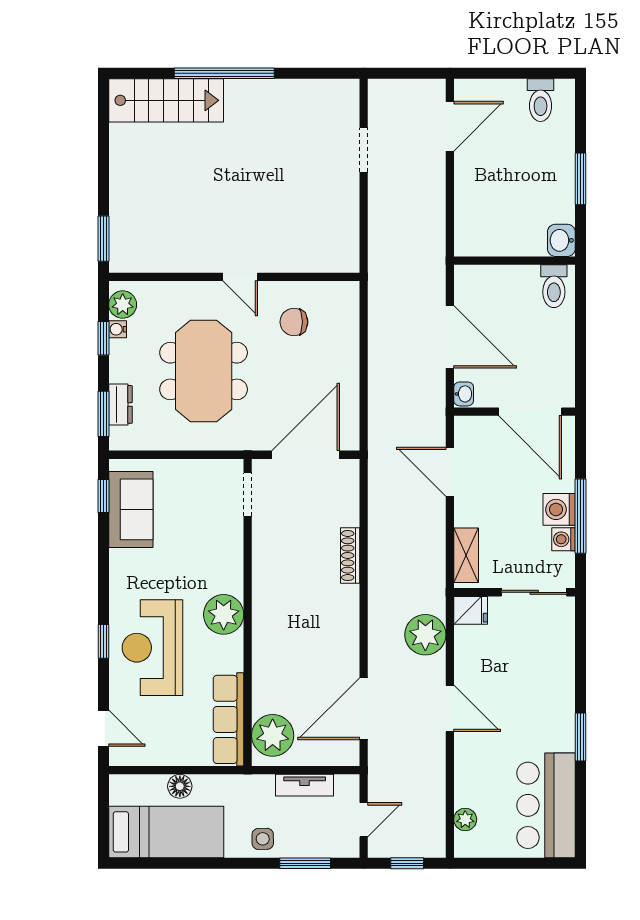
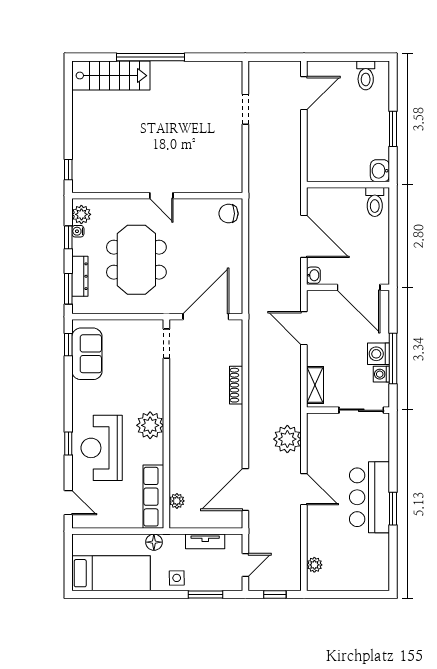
window: (103, 239) -> (68, 170), width x0.67
chair: (294, 322) -> (229, 214), moved
dresser: (120, 404) -> (80, 276), width x1.44
fridge: (471, 610) -> (318, 422), removed
plant: (273, 735) -> (177, 501), width x0.53, depth x0.53
floor lamp: (180, 786) -> (154, 542), moved
bar counter: (546, 805) -> (369, 497), moved

